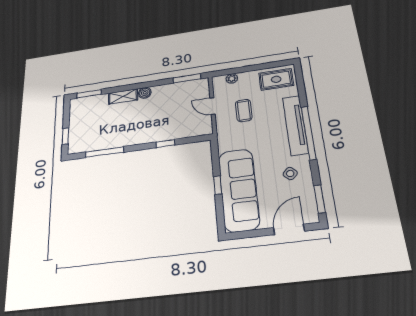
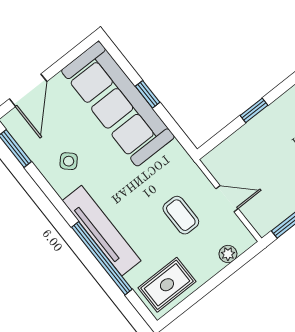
window: (309, 133) -> (102, 258), moved

